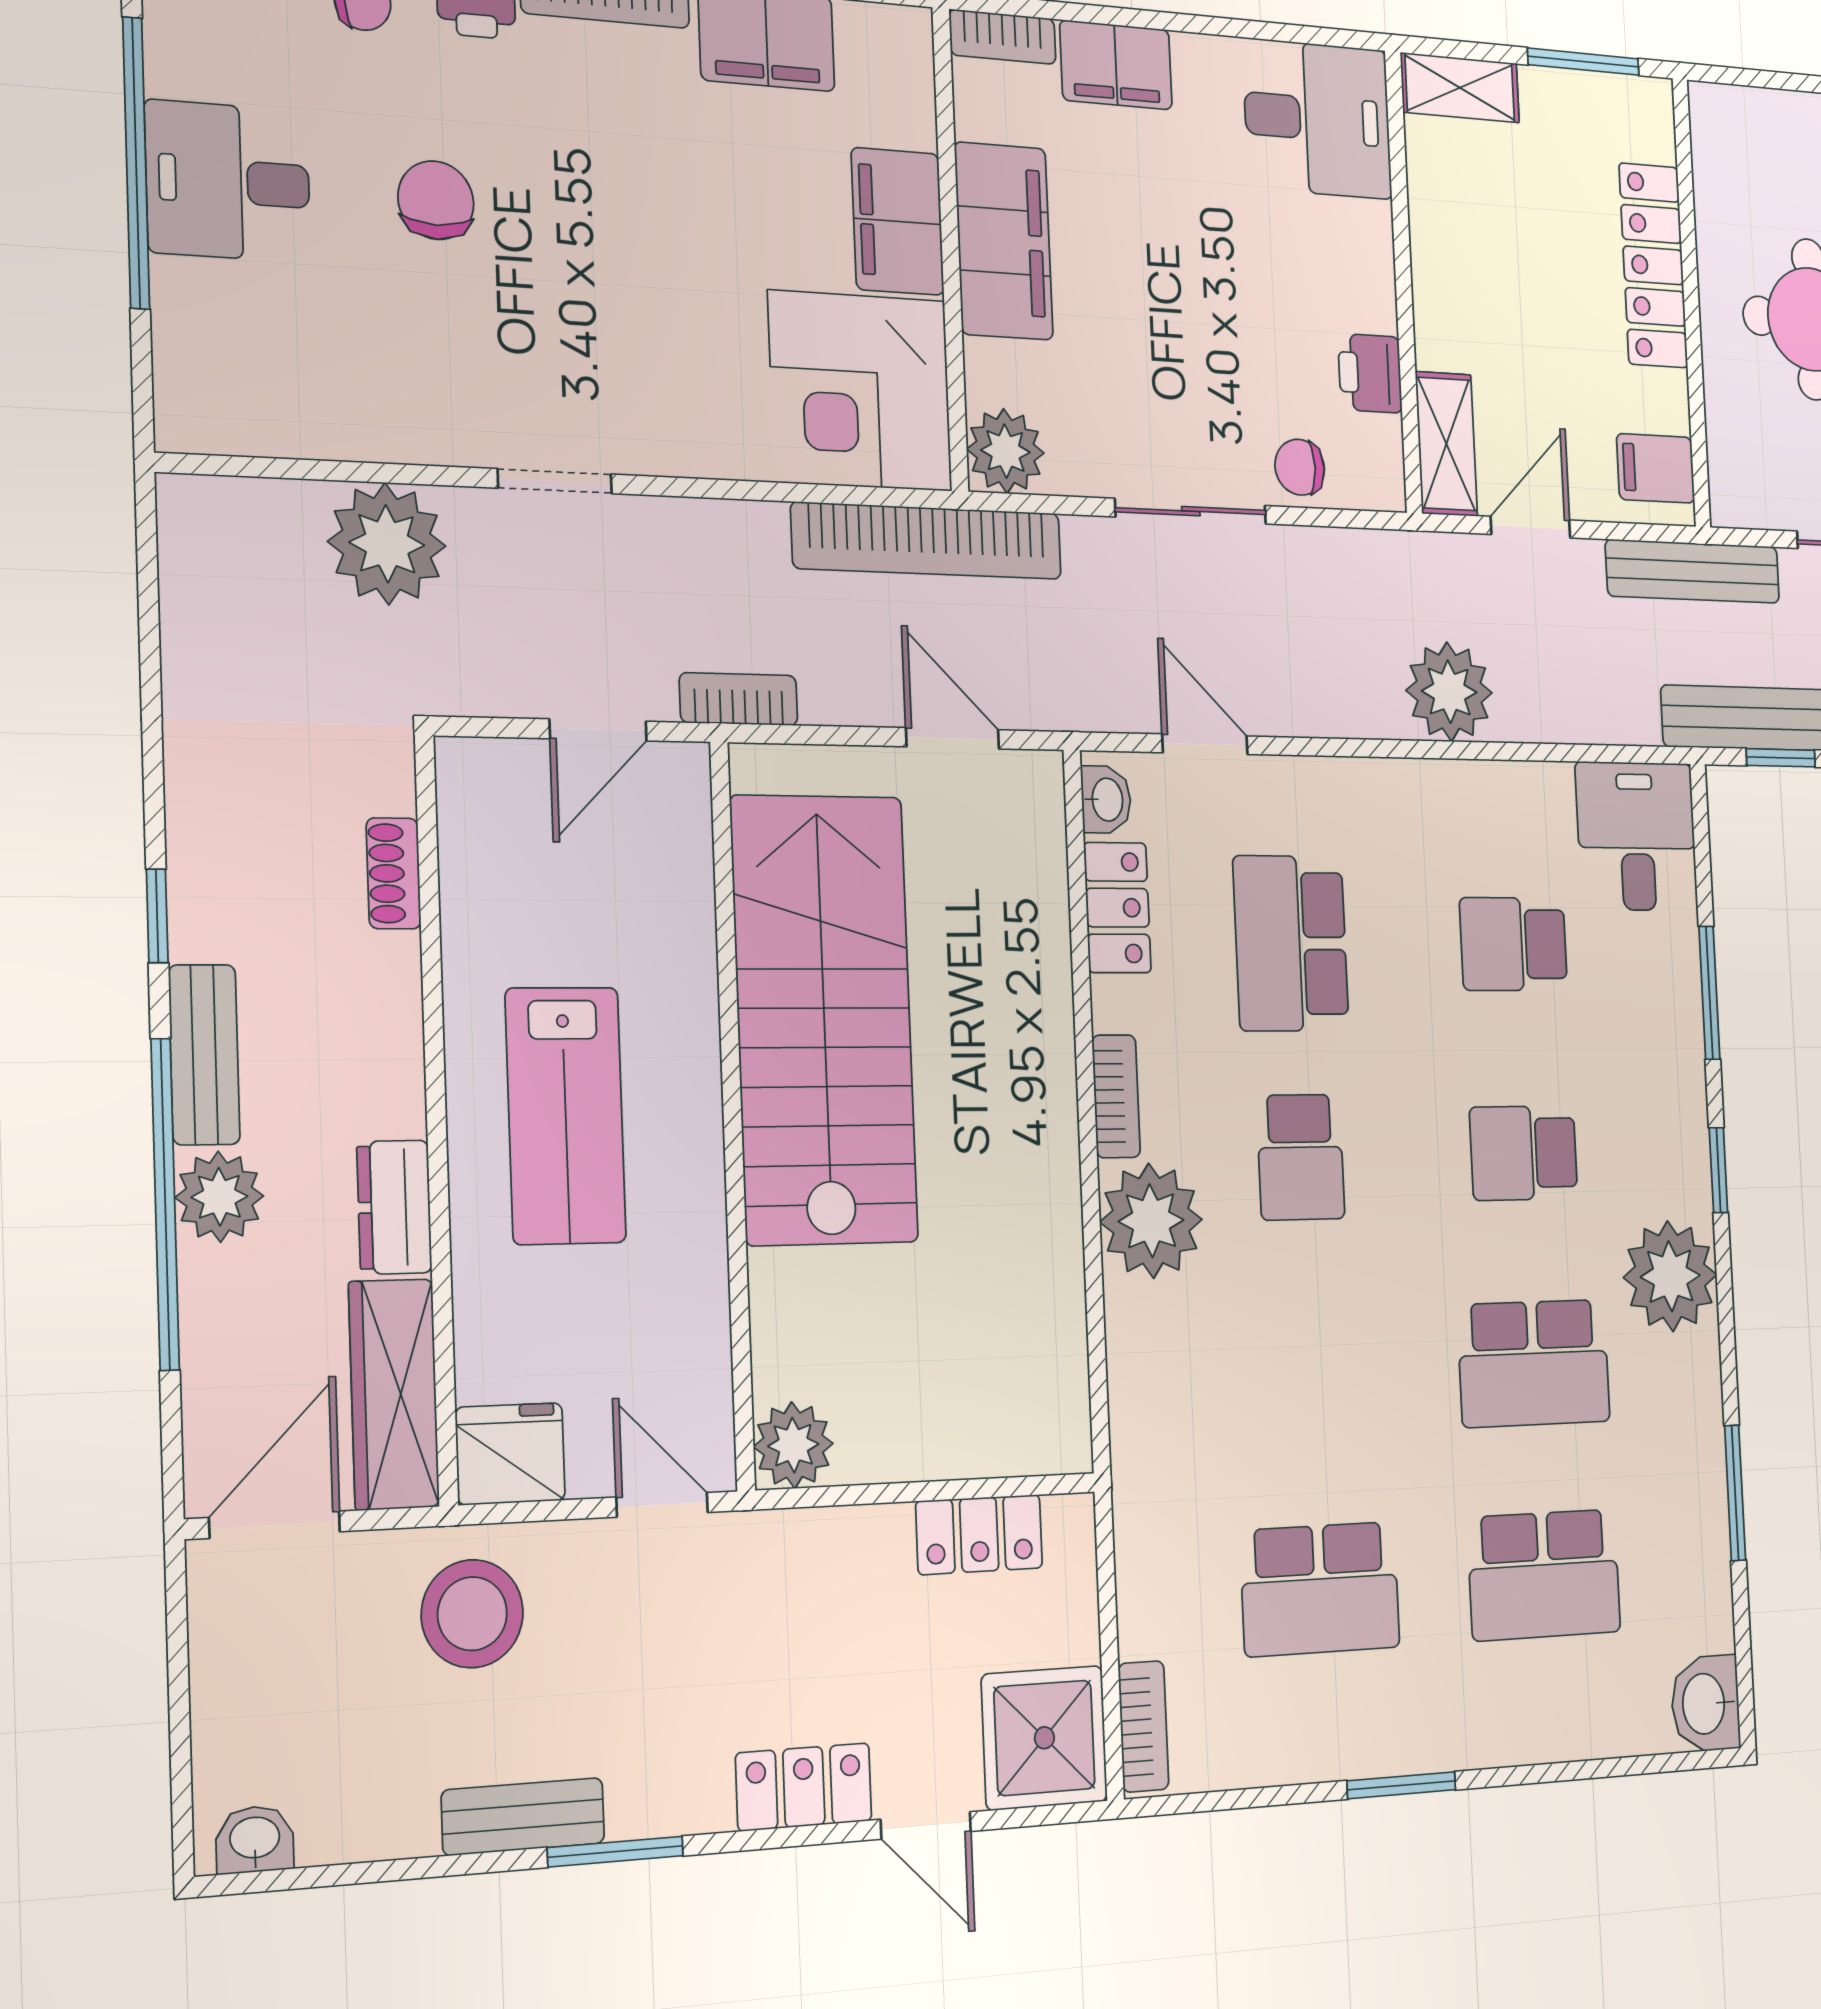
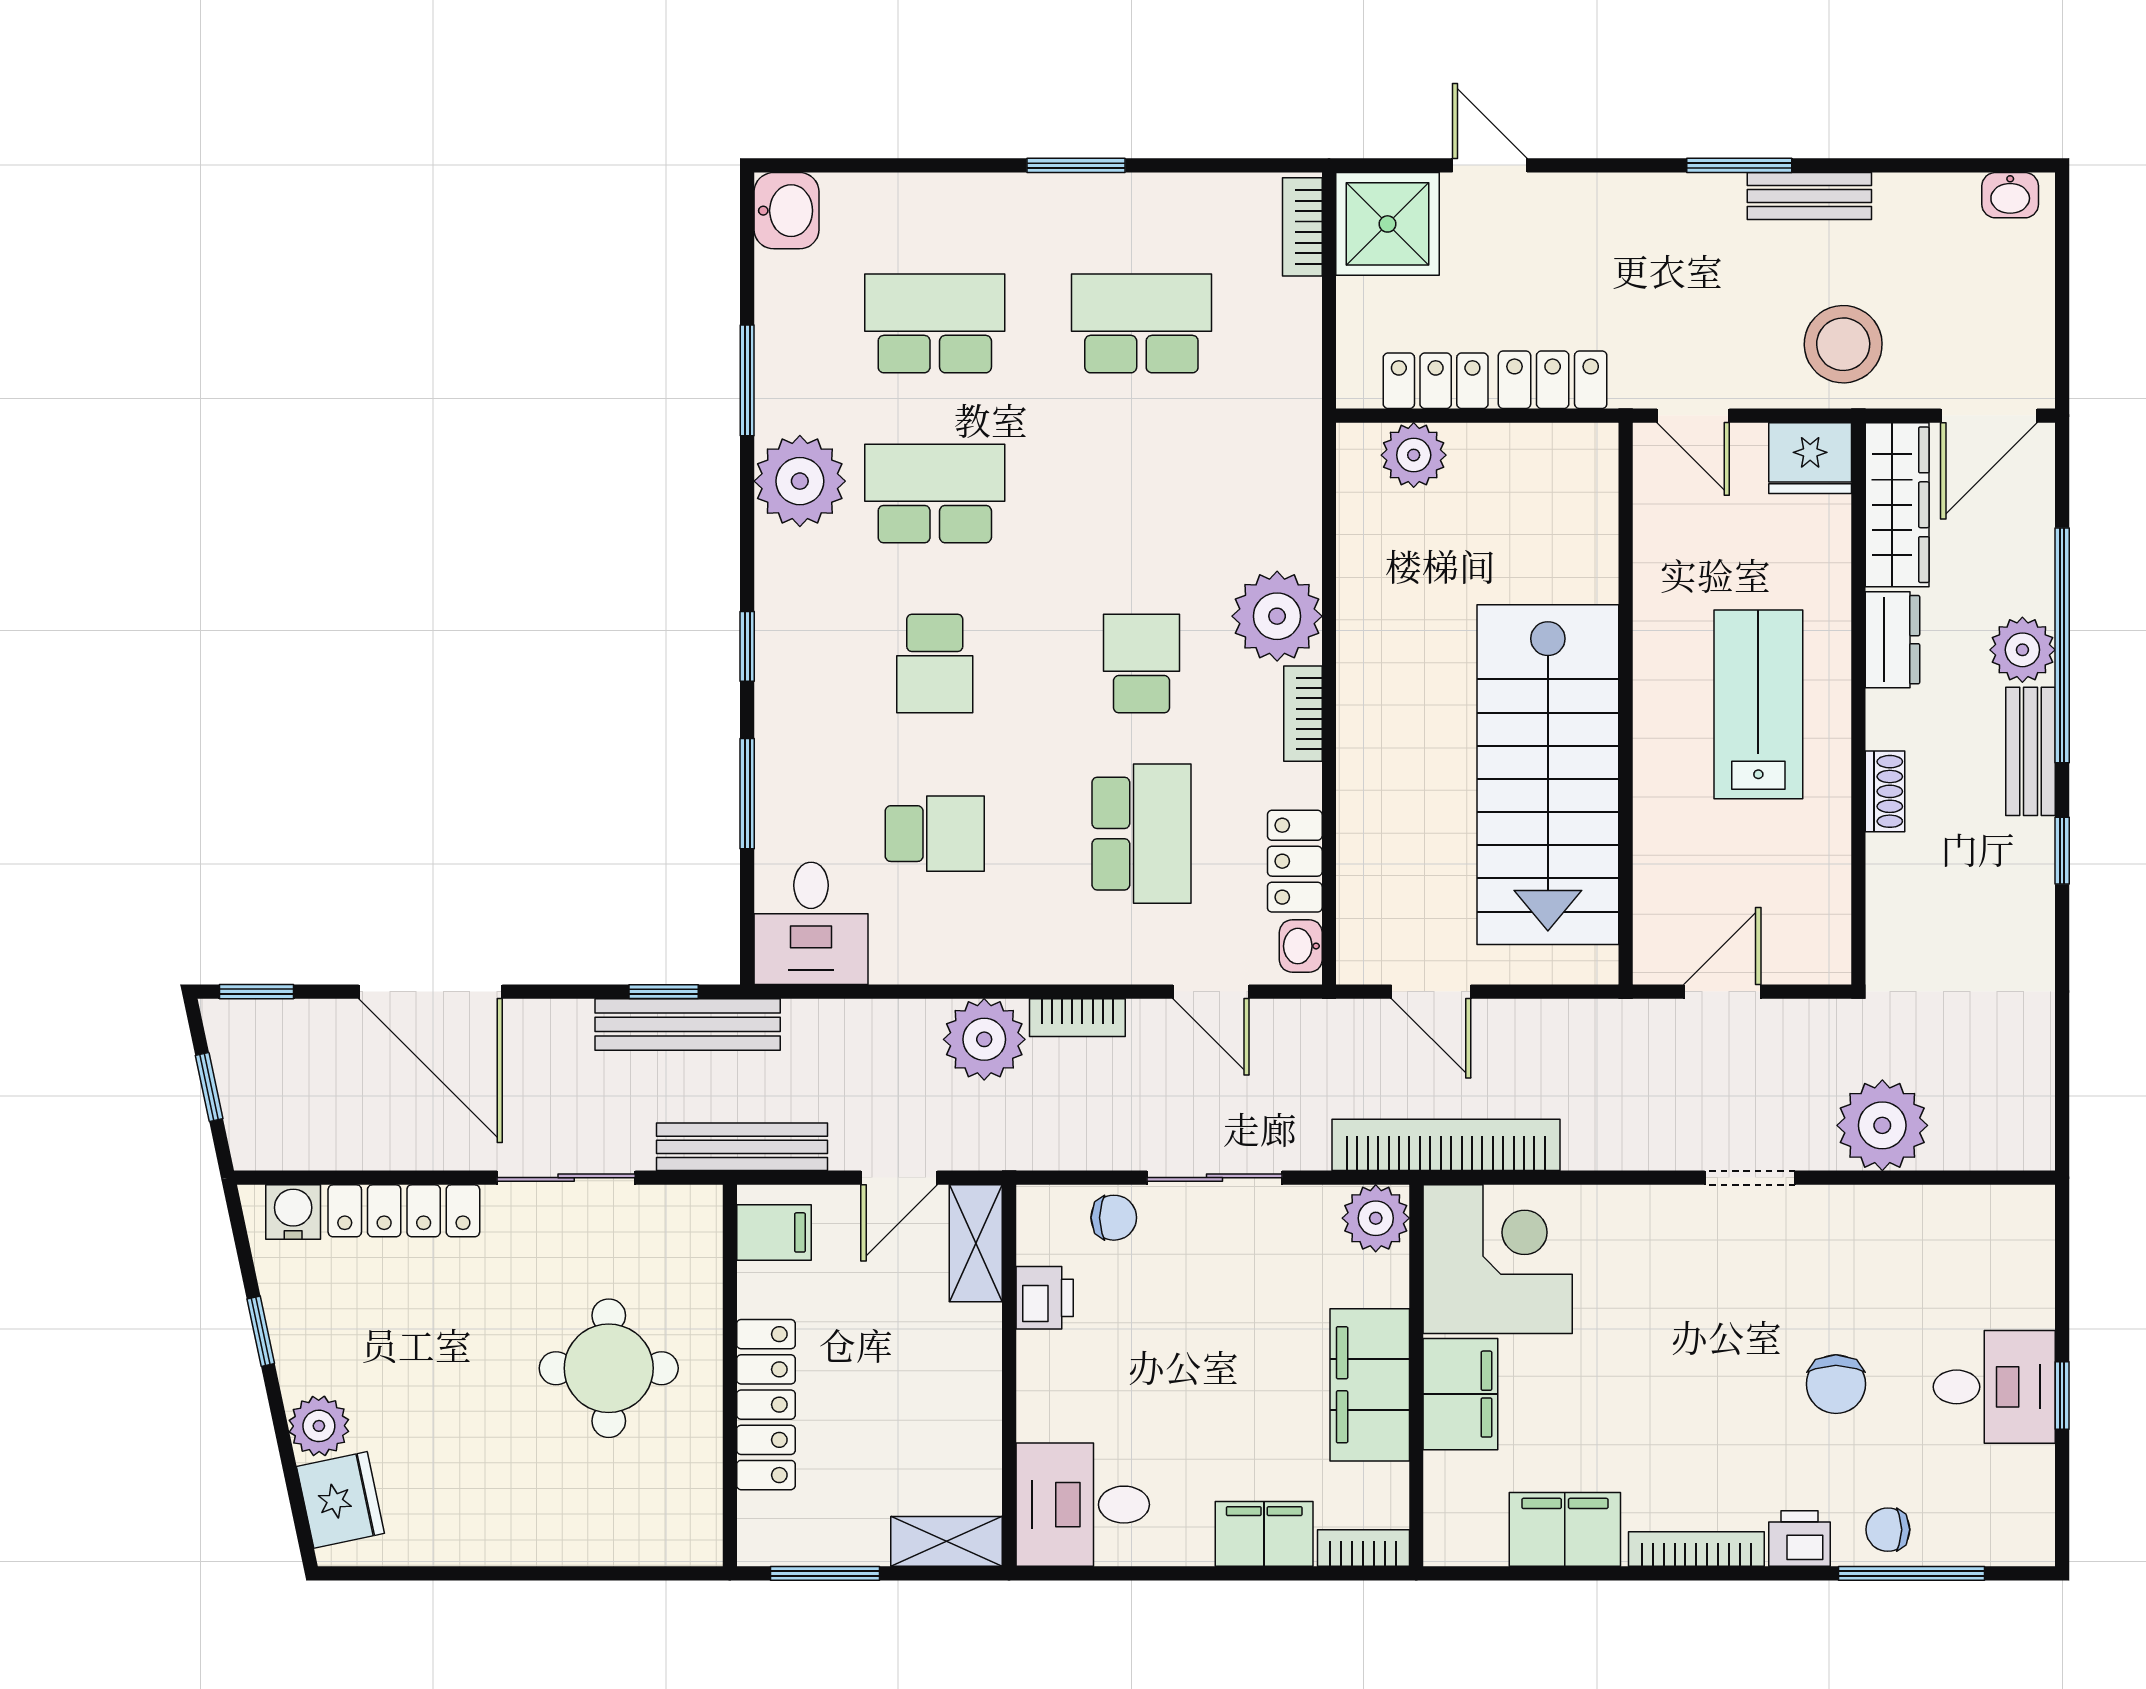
window: (136, 163) -> (2062, 1395), width x0.32
bookcase: (739, 699) -> (1077, 1018), moved
shoe rack: (394, 873) -> (1885, 791), moved
school desk: (1524, 1153) -> (935, 664), turned 90
plant: (1670, 1276) -> (800, 481), moved
plant: (793, 1445) -> (1414, 455), moved
locker: (804, 1787) -> (1553, 380), moved, turned 180

